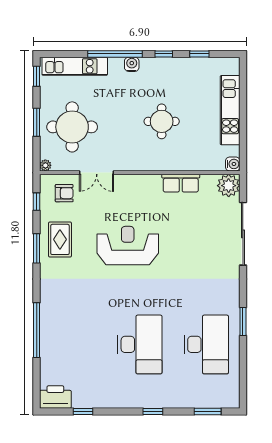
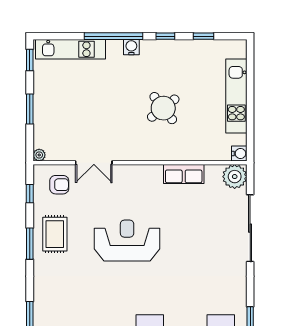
round table: (162, 121) -> (163, 108), turned -38
round table: (72, 127) -> (68, 114), removed

